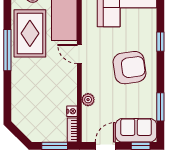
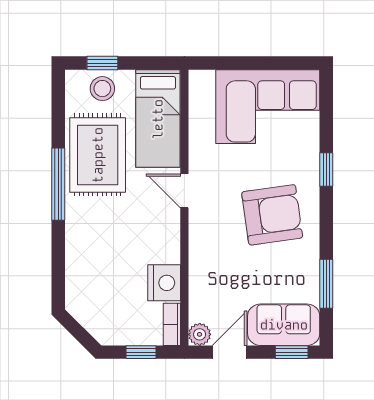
plant: (88, 100) -> (200, 334), moved
nightstand: (72, 111) -> (164, 283), width x1.89, depth x1.79
window: (55, 146) -> (141, 352), width x0.67

